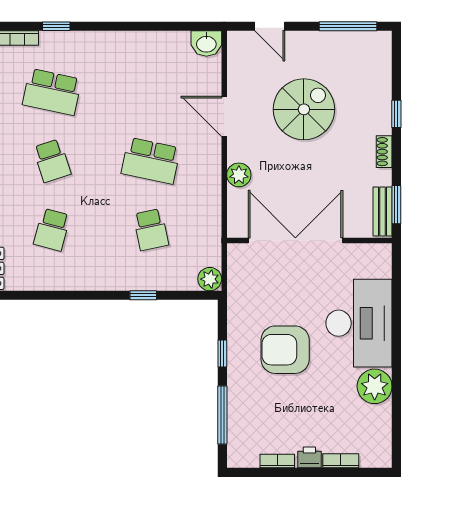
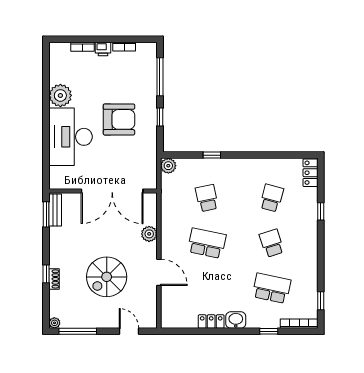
plant: (384, 39) -> (54, 323), added
locker: (144, 41) -> (211, 322), added
washbasin: (206, 43) -> (236, 320), moved
shoe rack: (384, 152) -> (54, 279), moved

